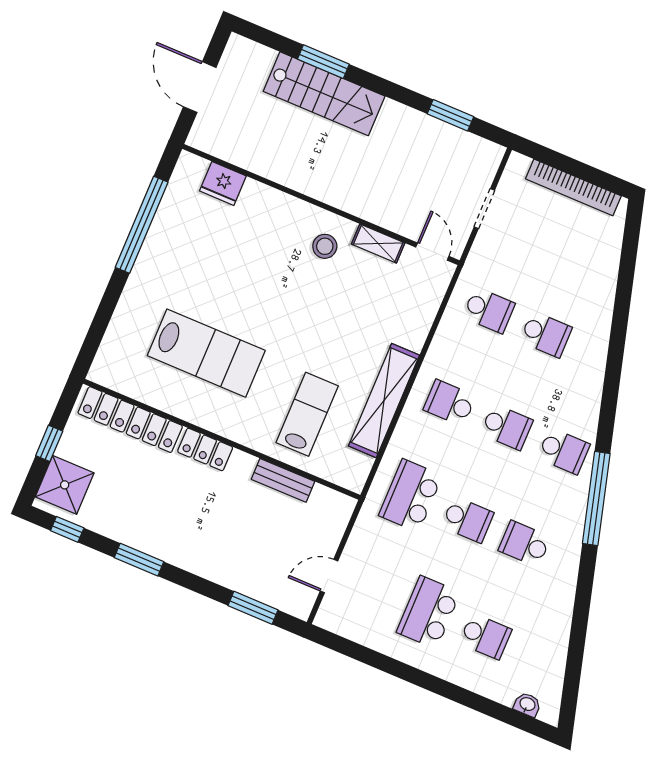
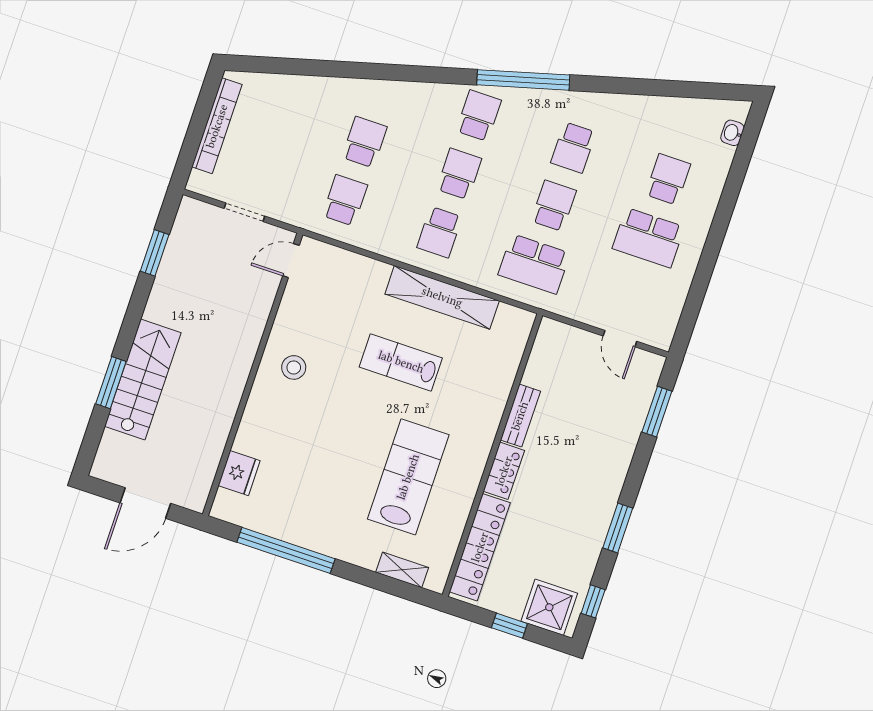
shelving: (378, 243) -> (402, 570), moved, turned 90
lab bench: (307, 414) -> (401, 362), moved
bench: (283, 480) -> (520, 416), moved

